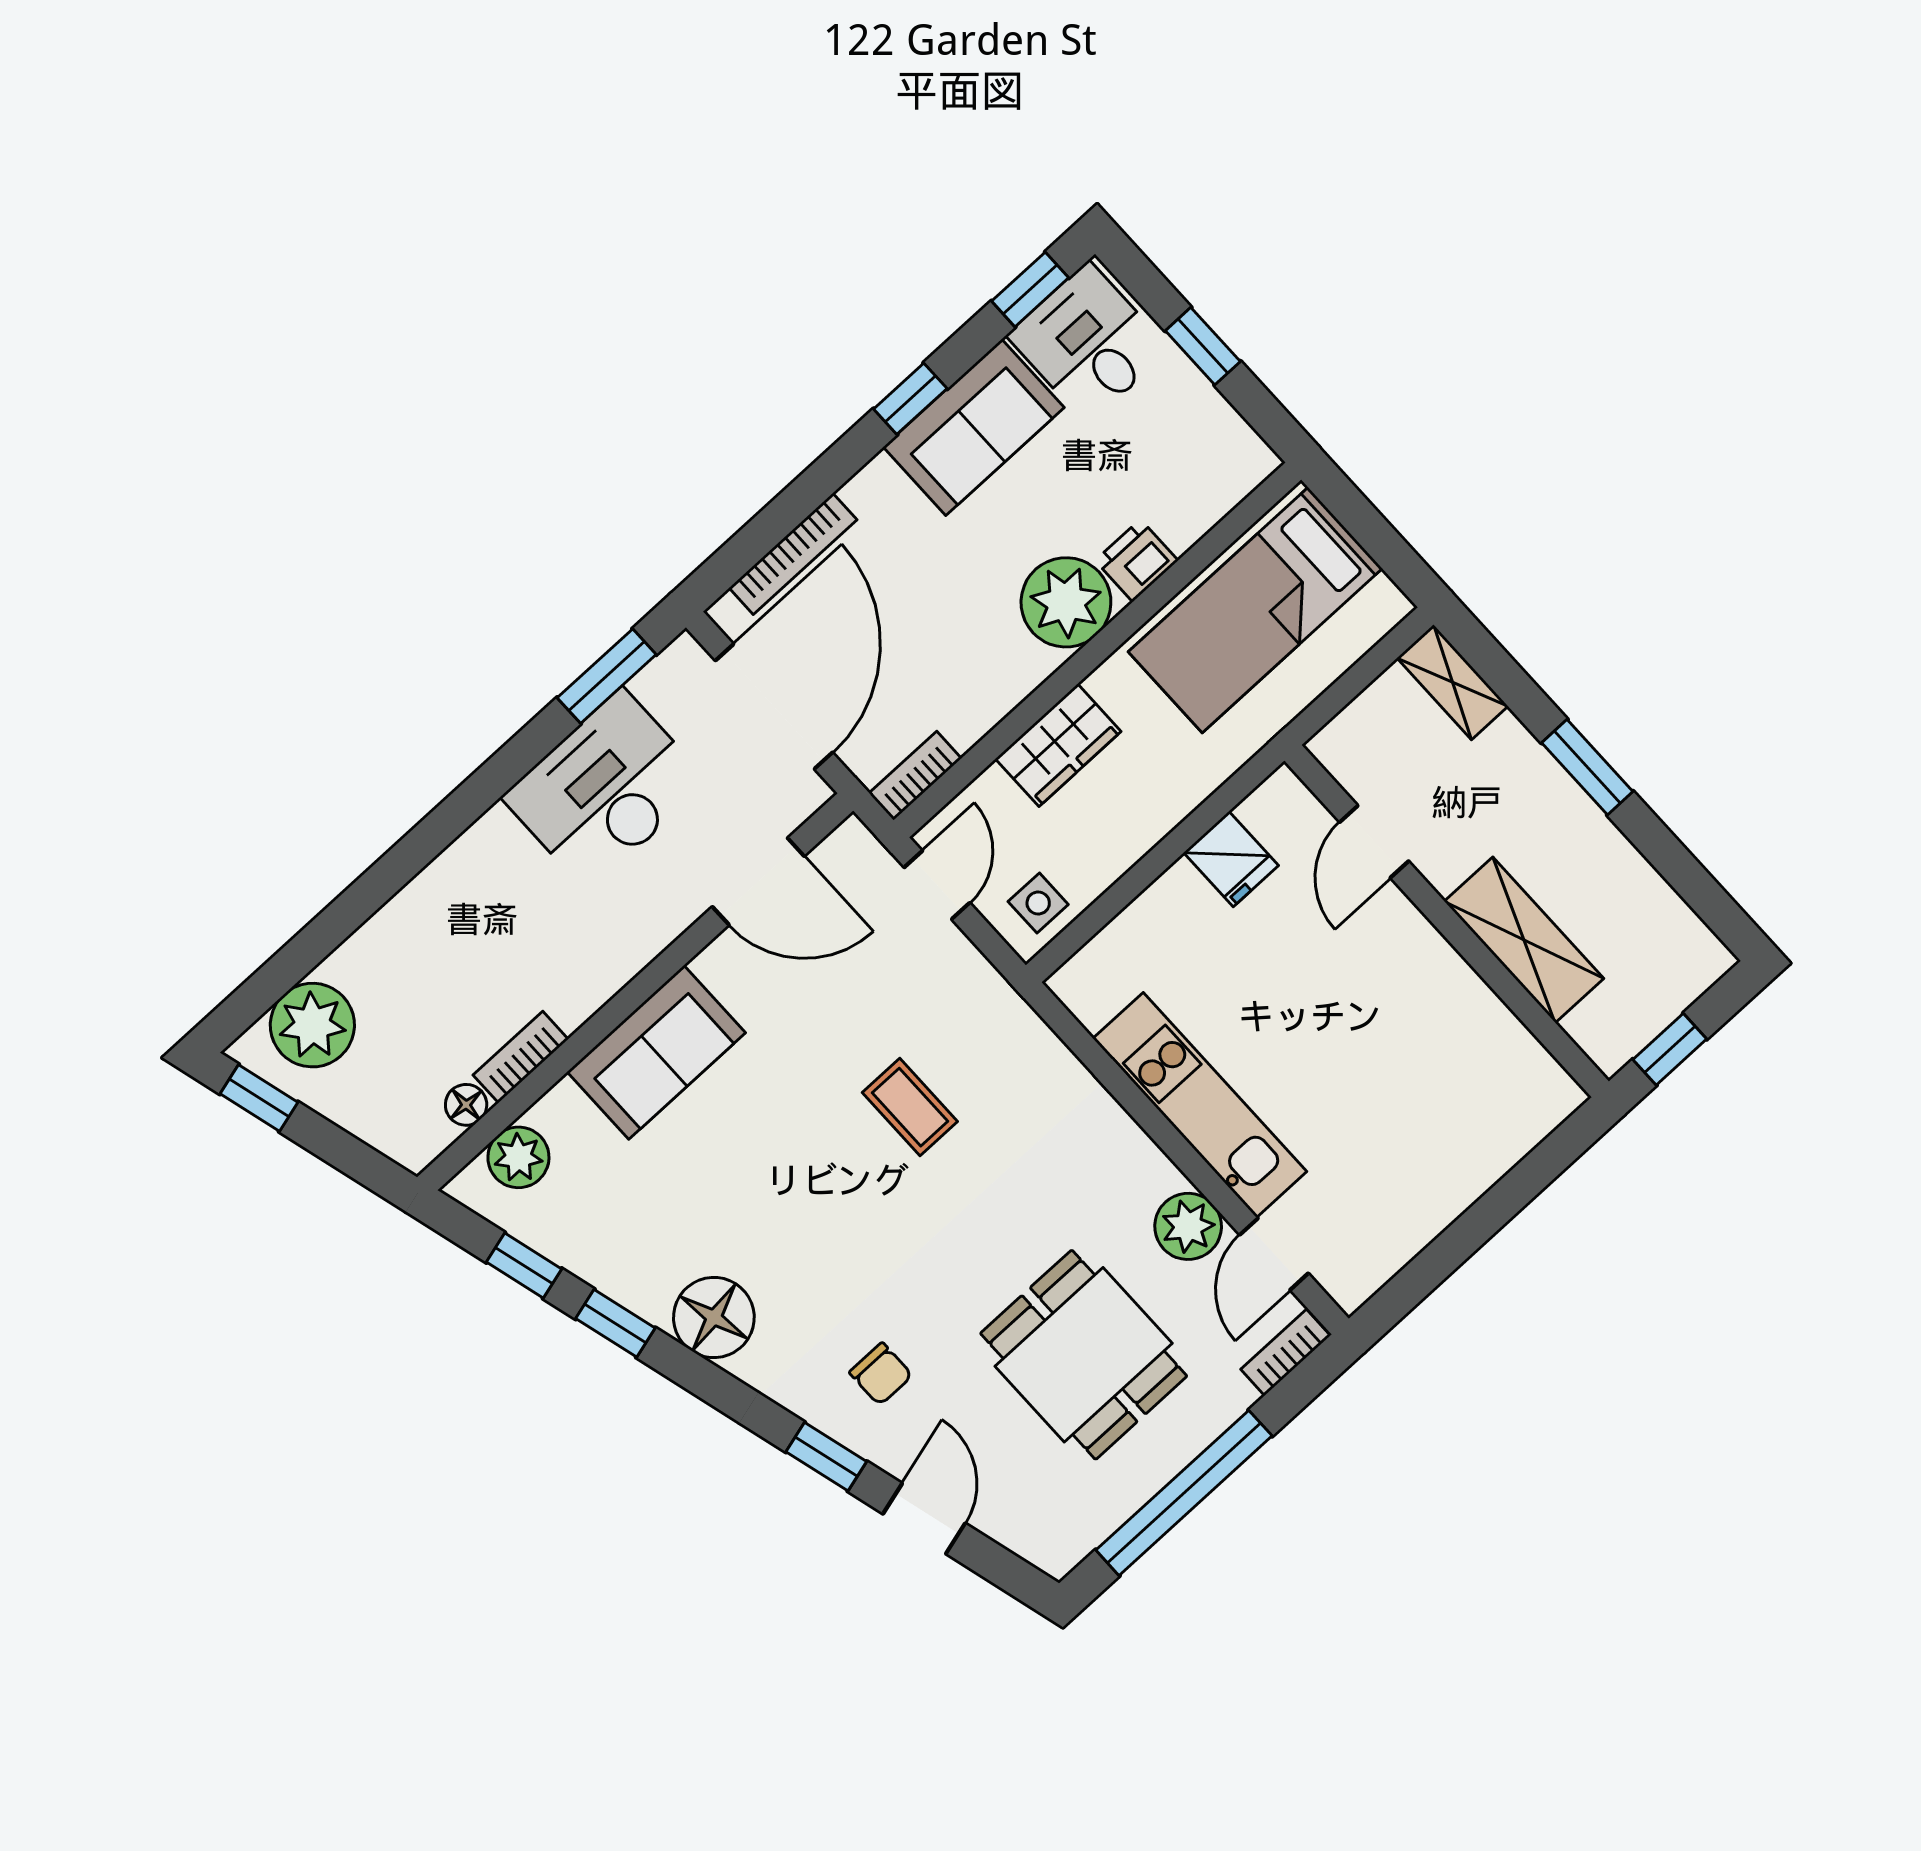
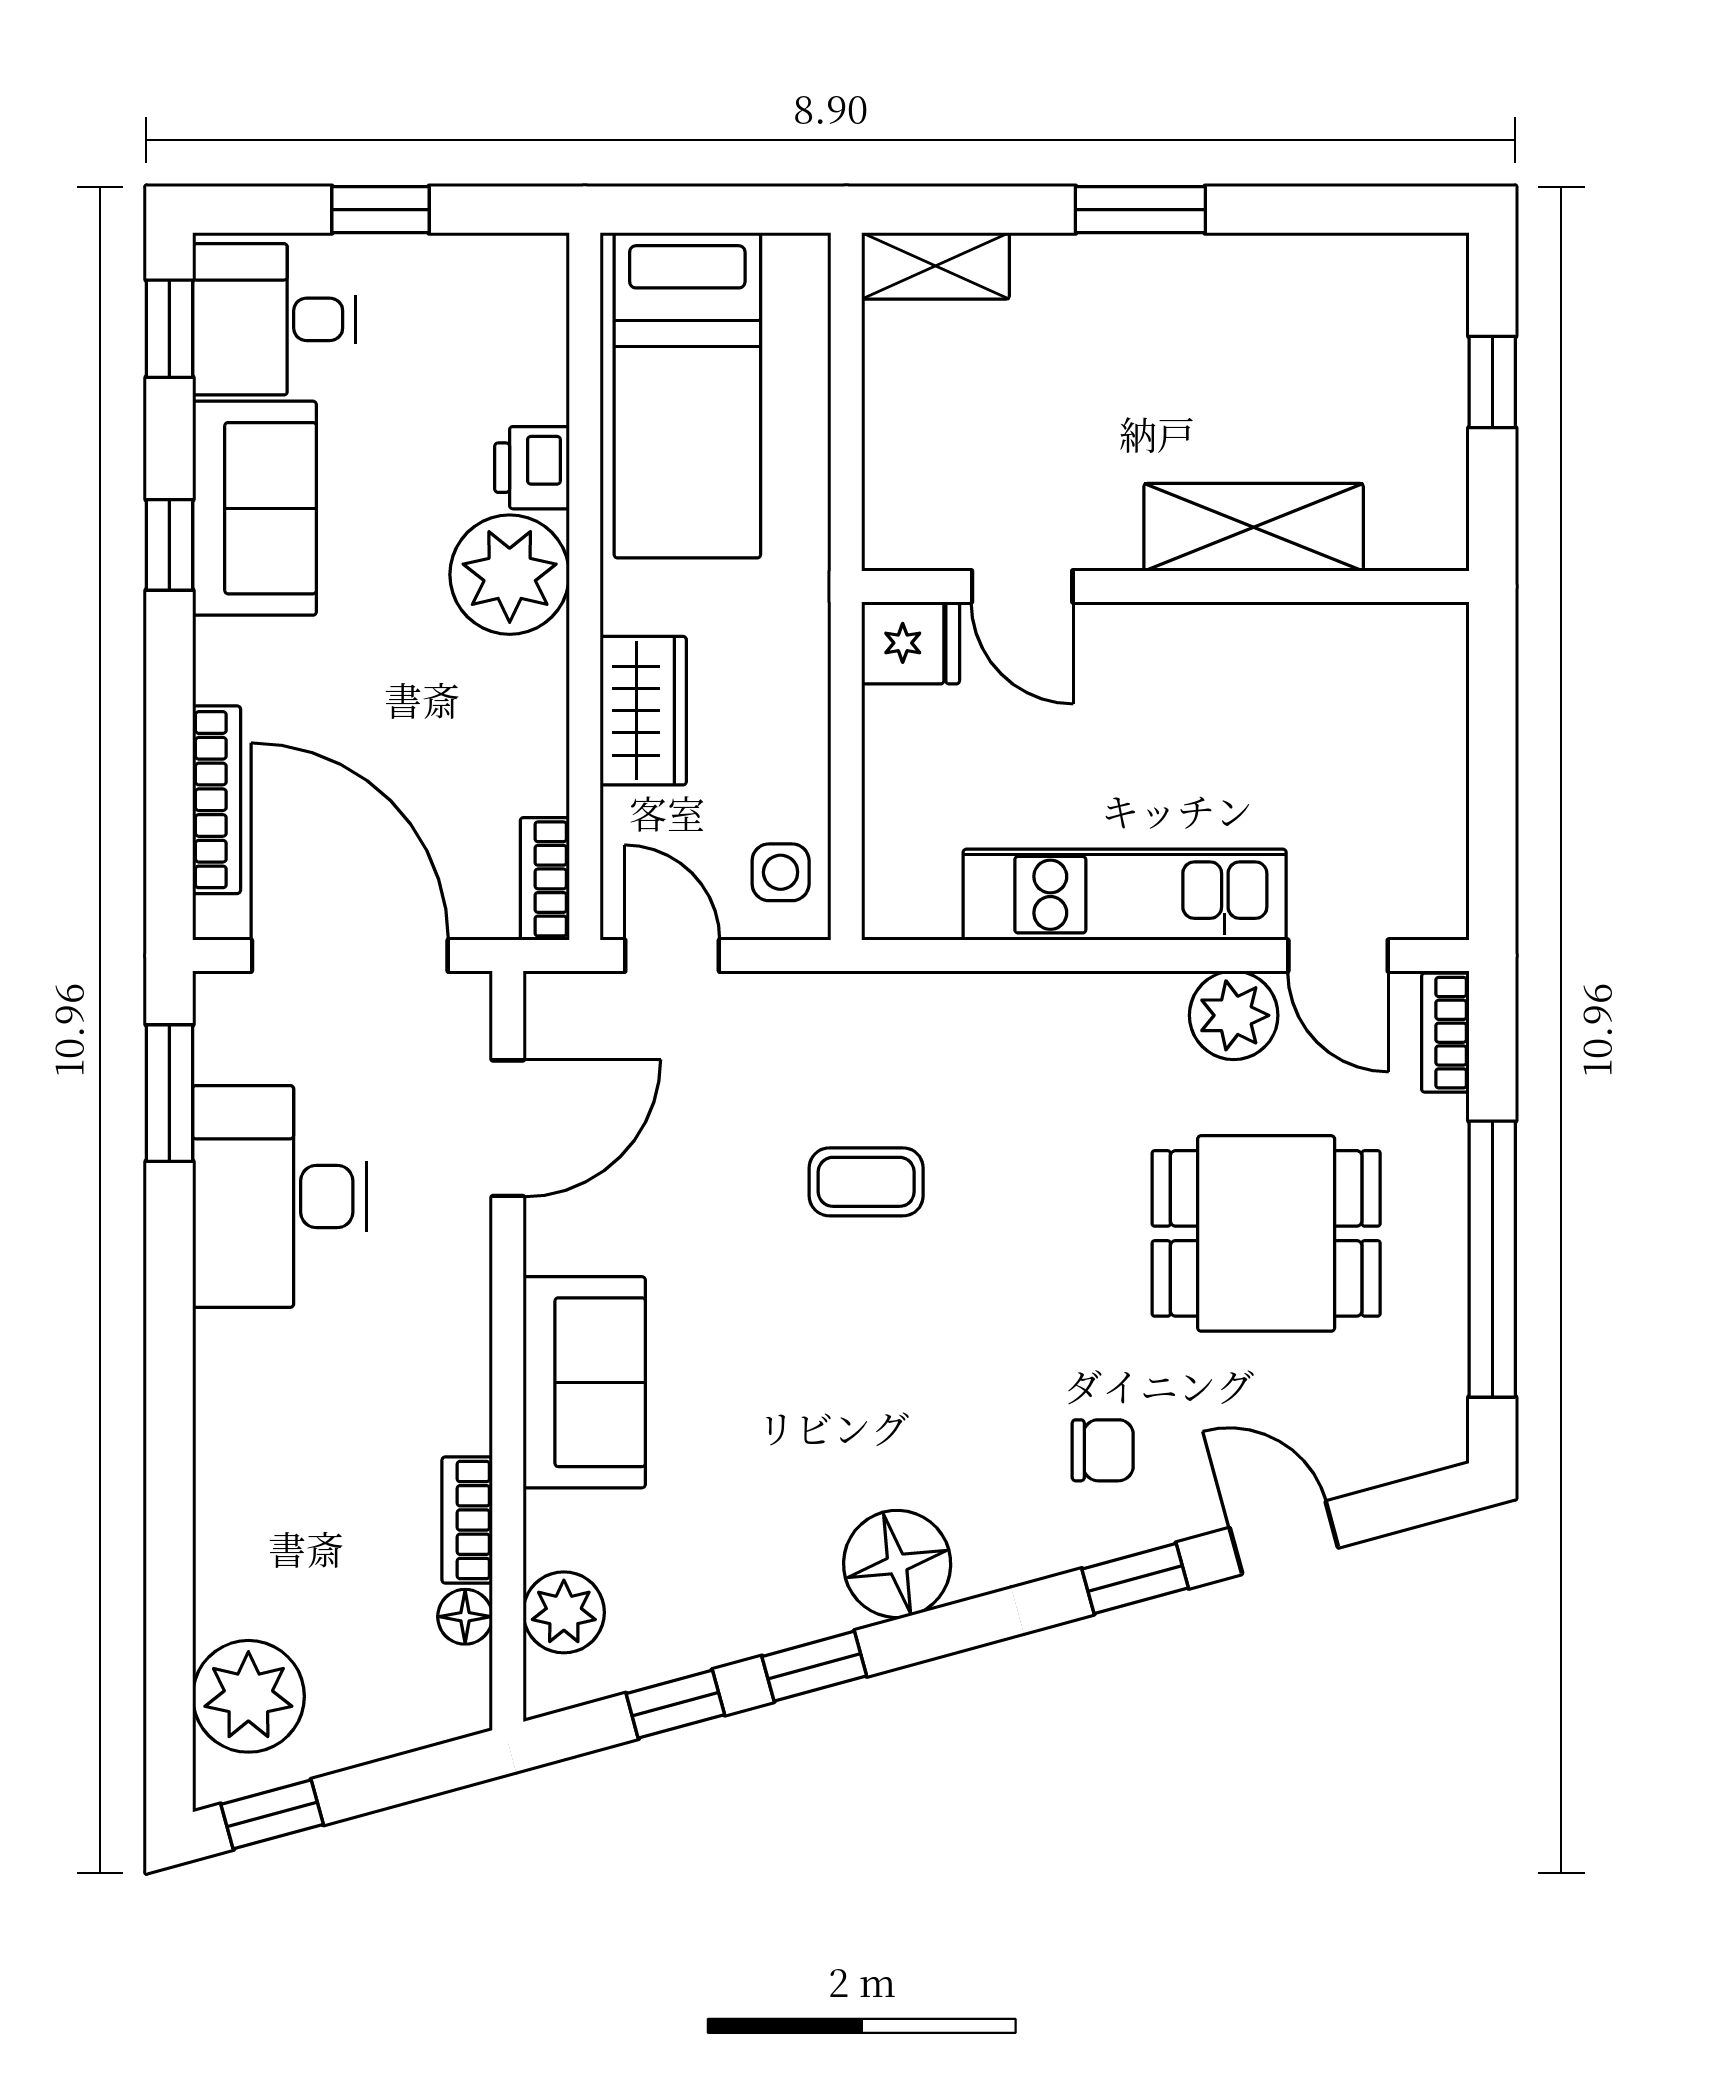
door: (1374, 842) -> (1022, 586), moved
wall: (1447, 921) -> (1165, 586), moved
shelving: (1524, 940) -> (1254, 527), moved

